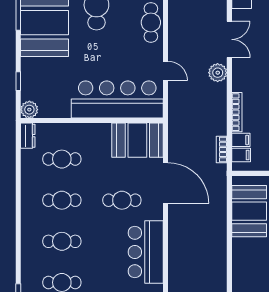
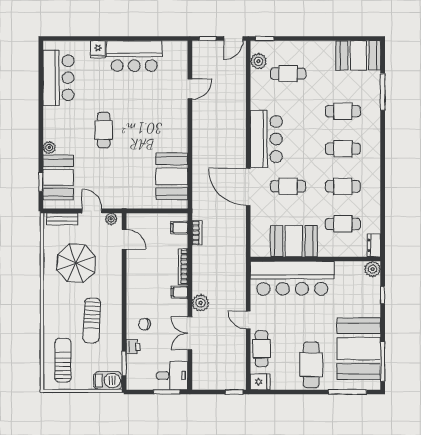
door: (165, 71) -> (248, 320), moved
booth: (137, 140) -> (294, 241), moved
filing cabinet: (241, 140) -> (179, 292), moved
door: (165, 183) -> (248, 187), moved

